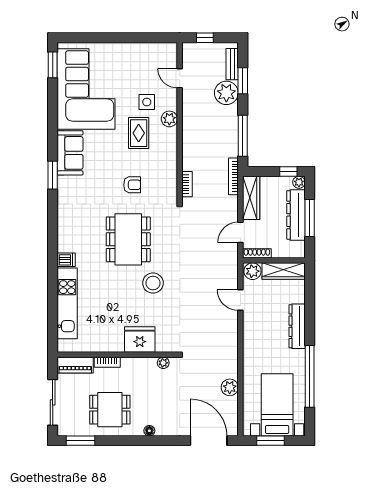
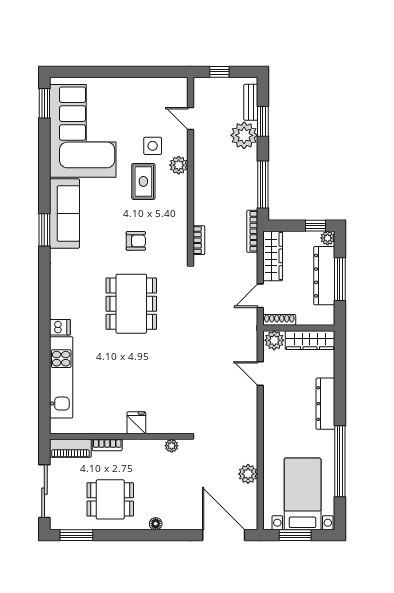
sofa: (70, 153) -> (65, 214), width x1.36
stool: (153, 283) -> (160, 354), removed
fridge: (140, 340) -> (136, 423), width x0.53, depth x0.75

